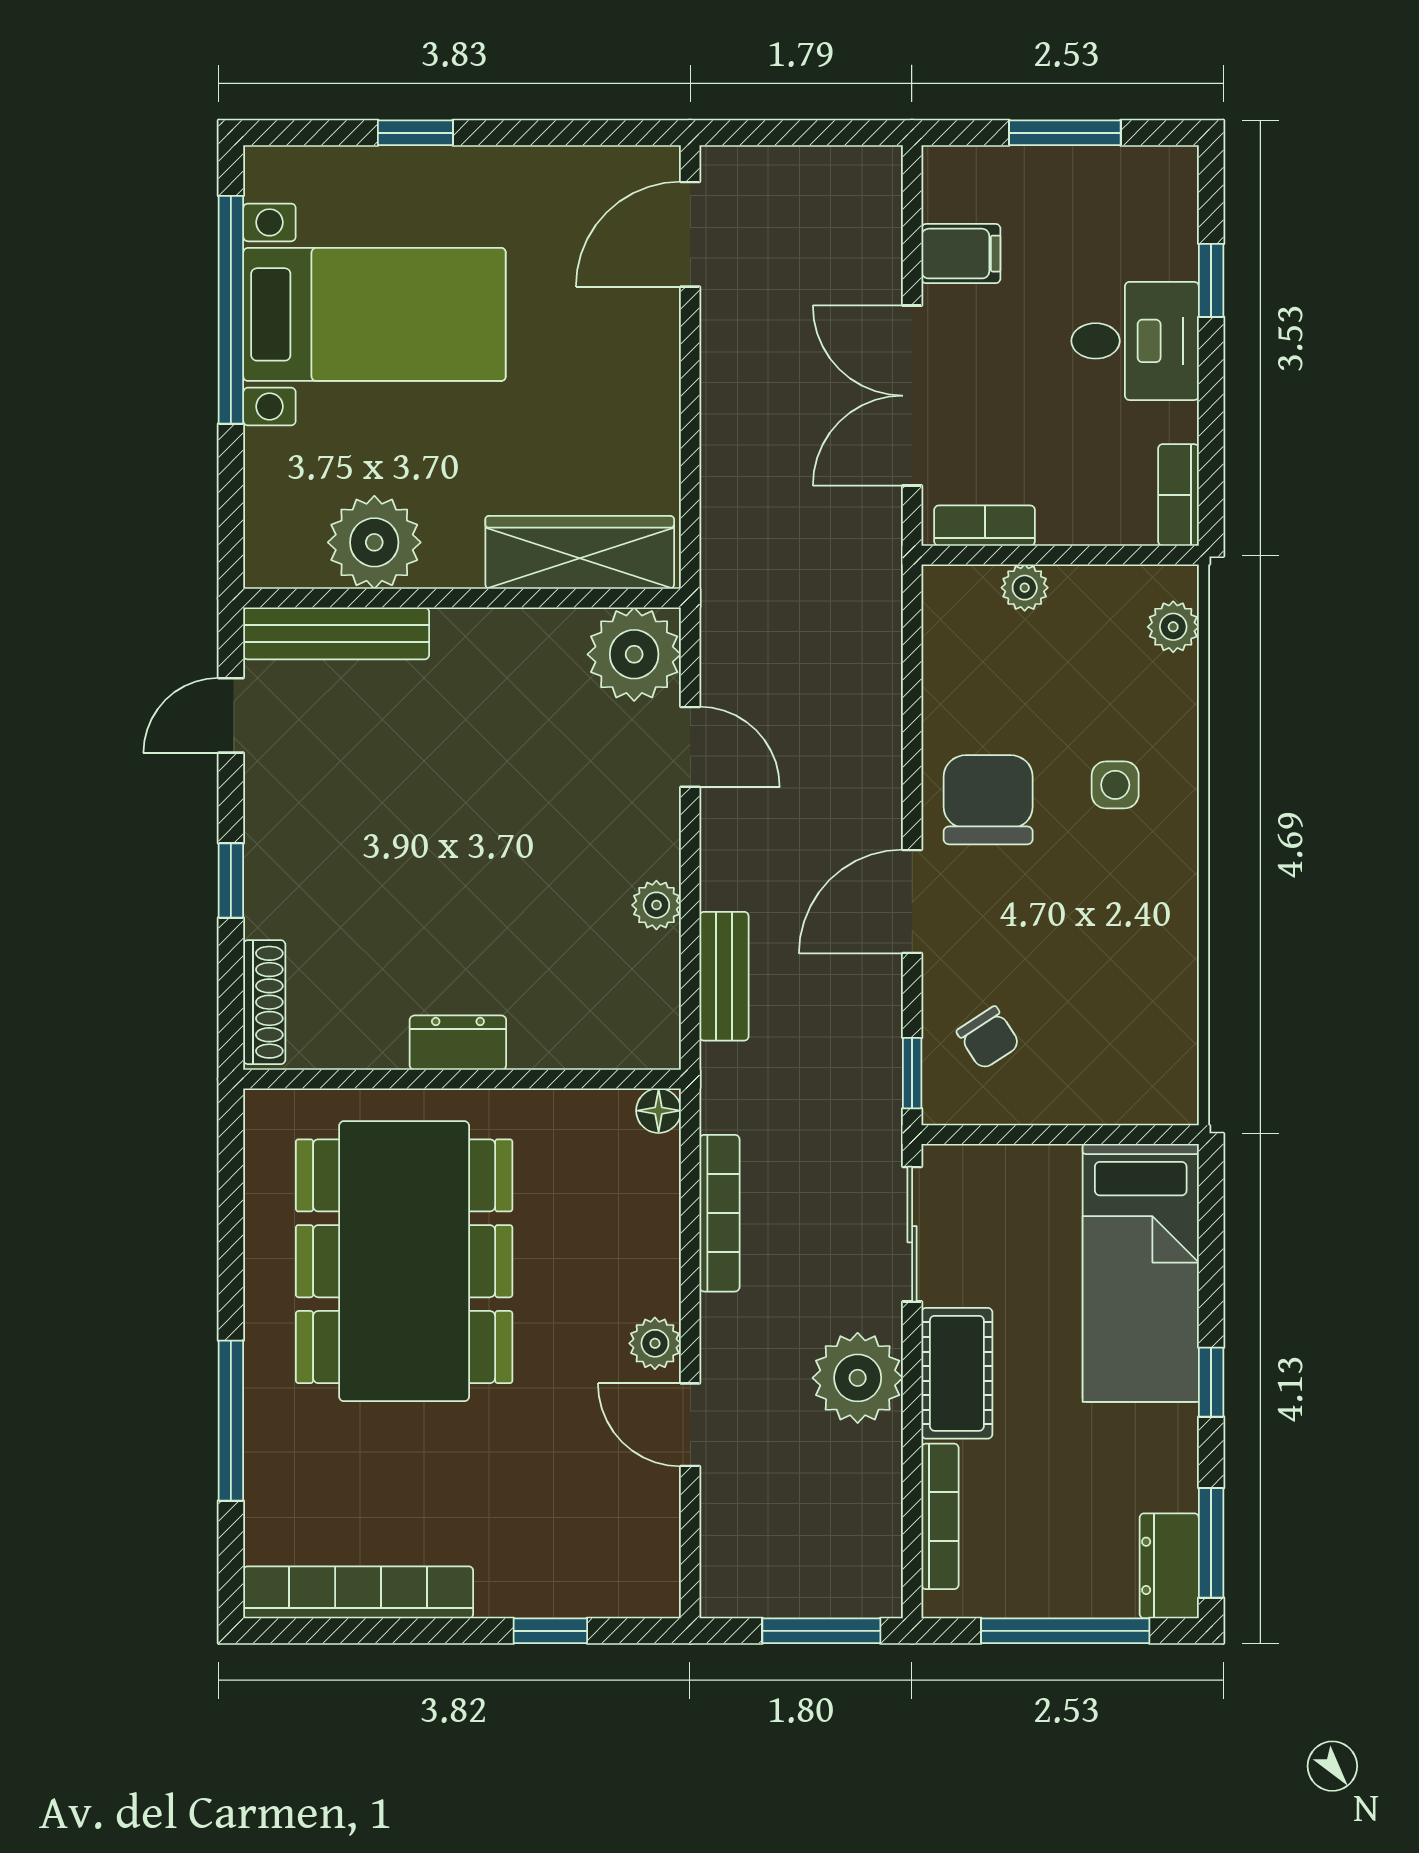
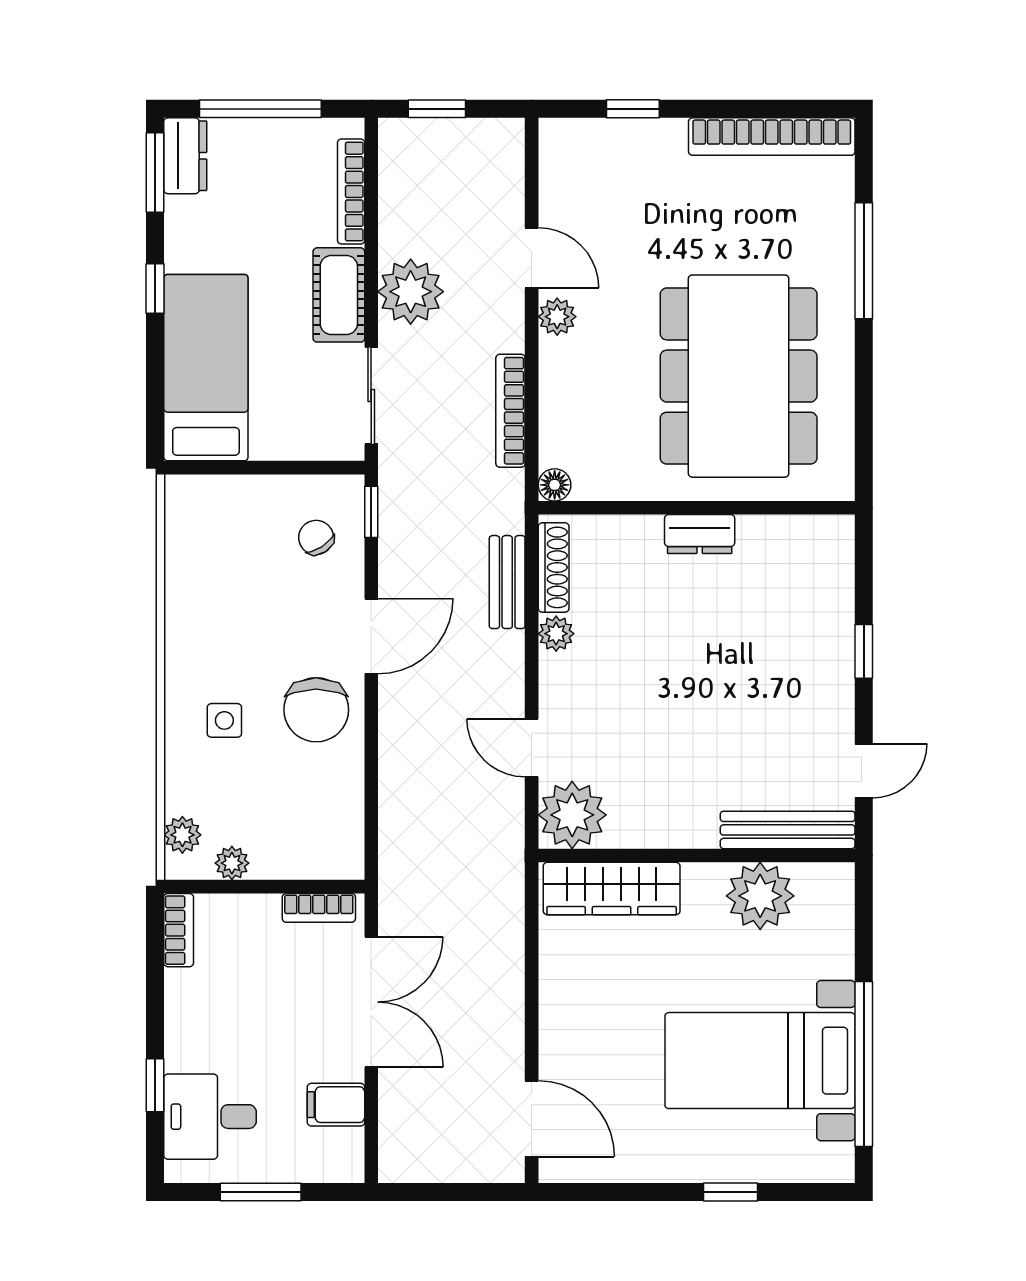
door: (690, 234) -> (532, 1119), hinge flipped
desk: (1135, 341) -> (210, 1117), moved
plant: (1025, 588) -> (232, 863), moved
shoe rack: (264, 1002) -> (554, 567), moved, turned 180
window: (821, 1631) -> (437, 109), width x0.67

